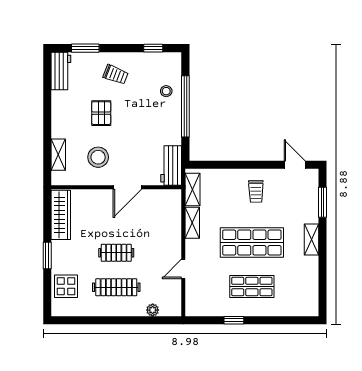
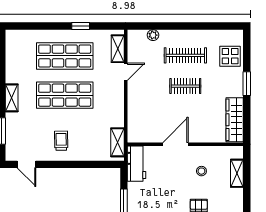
stool: (98, 157) -> (201, 171), width x0.53, depth x0.53
shelving: (192, 223) -> (118, 49), moved
shop shelf: (252, 287) -> (65, 56), width x1.43, depth x1.36

